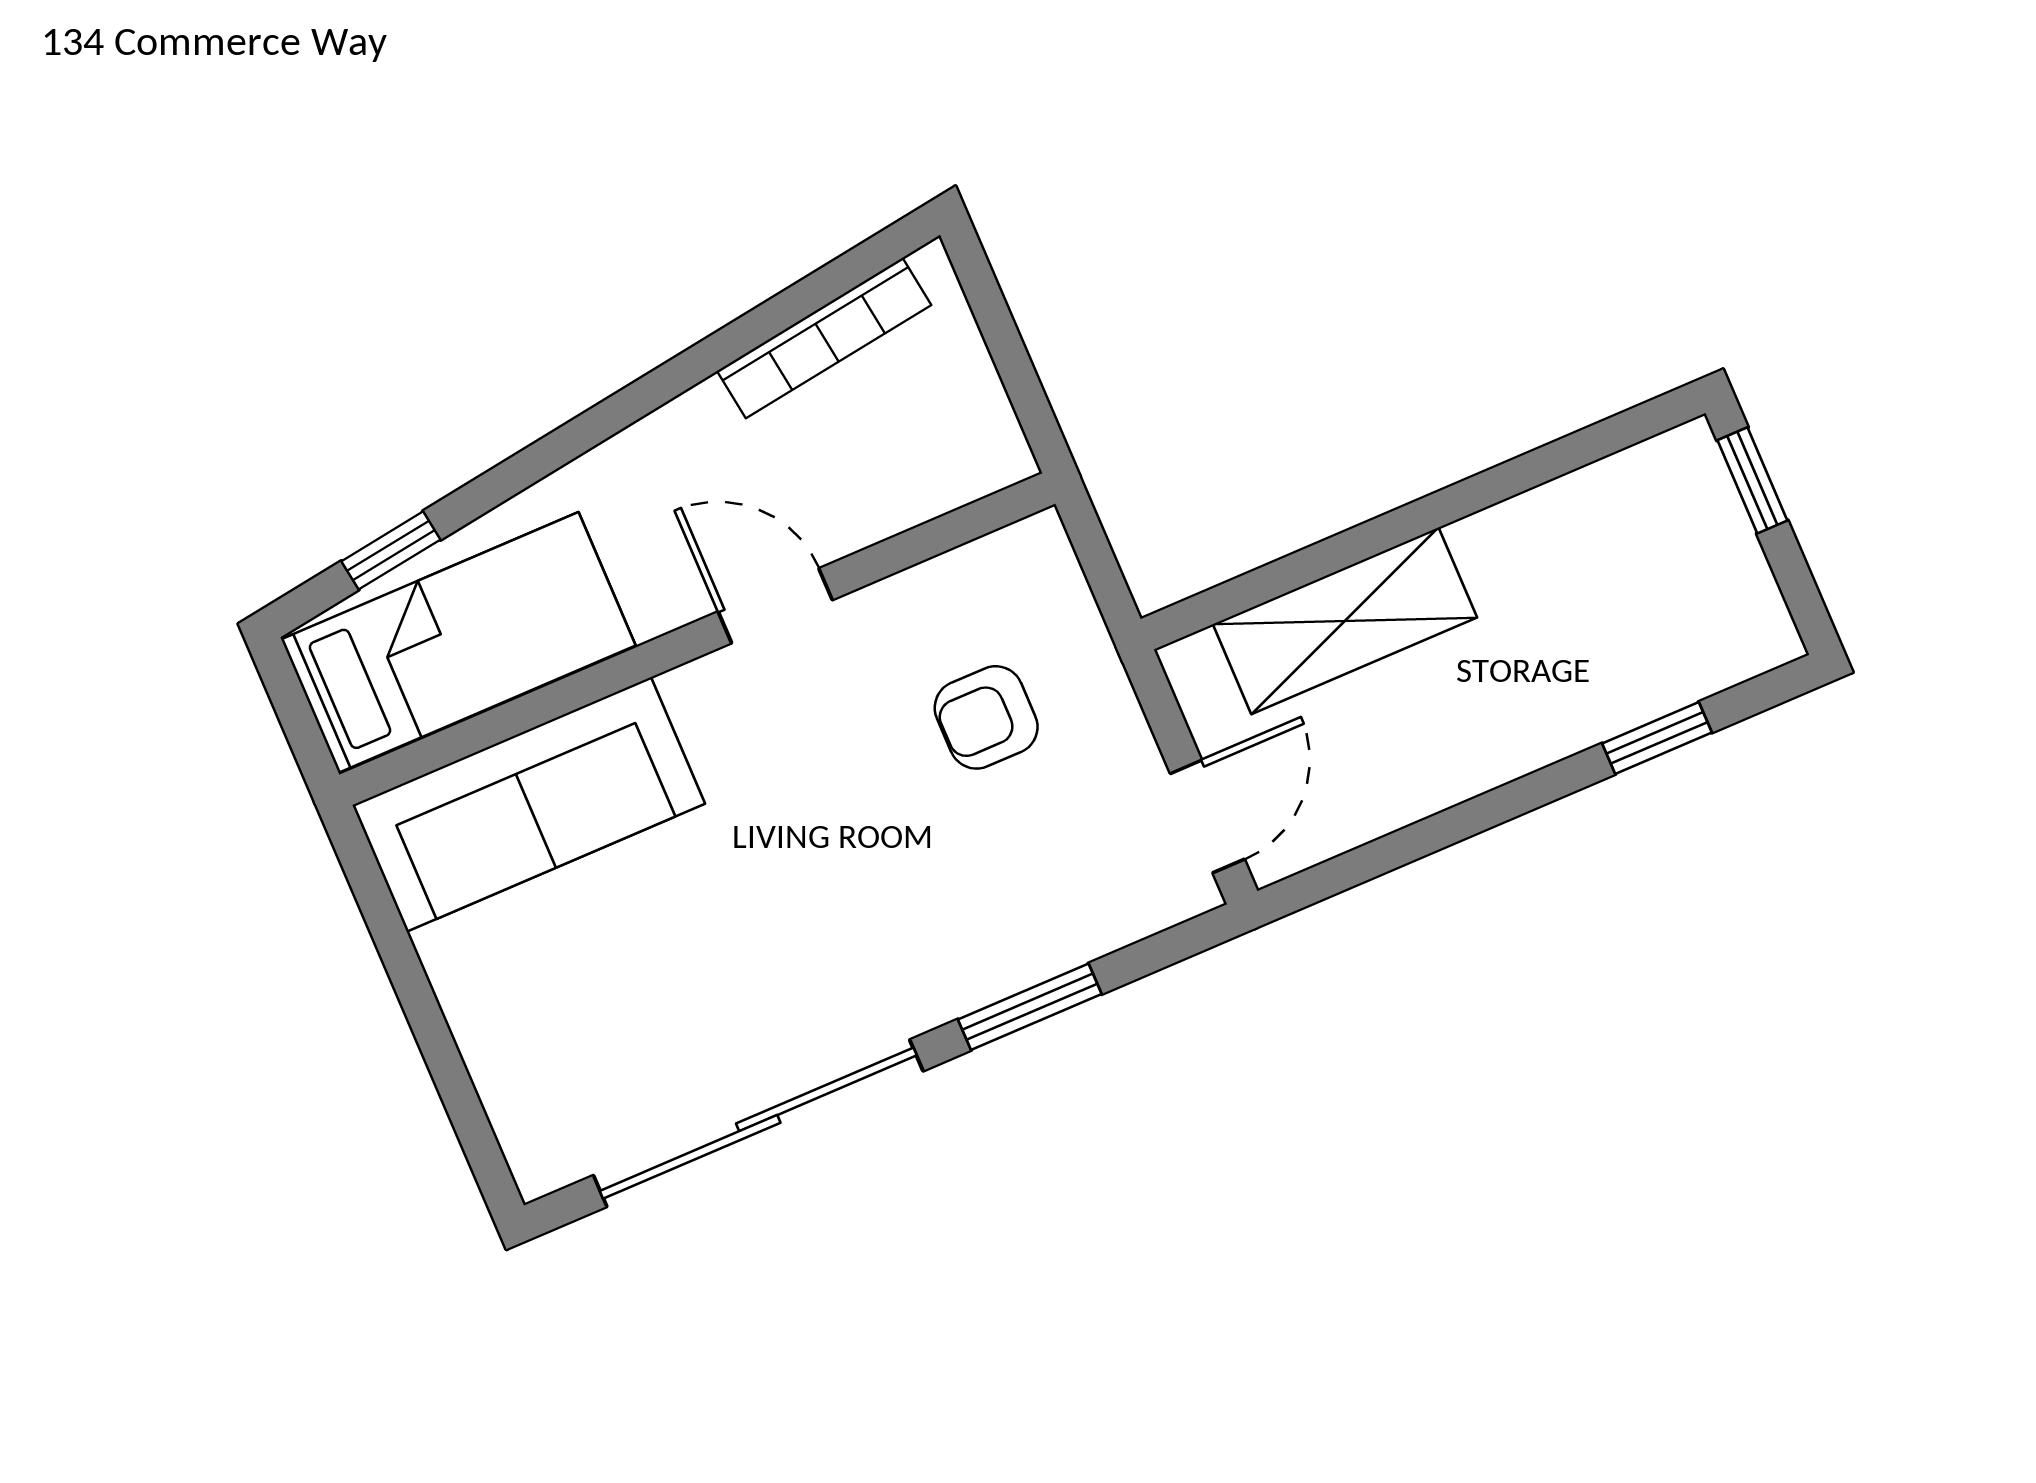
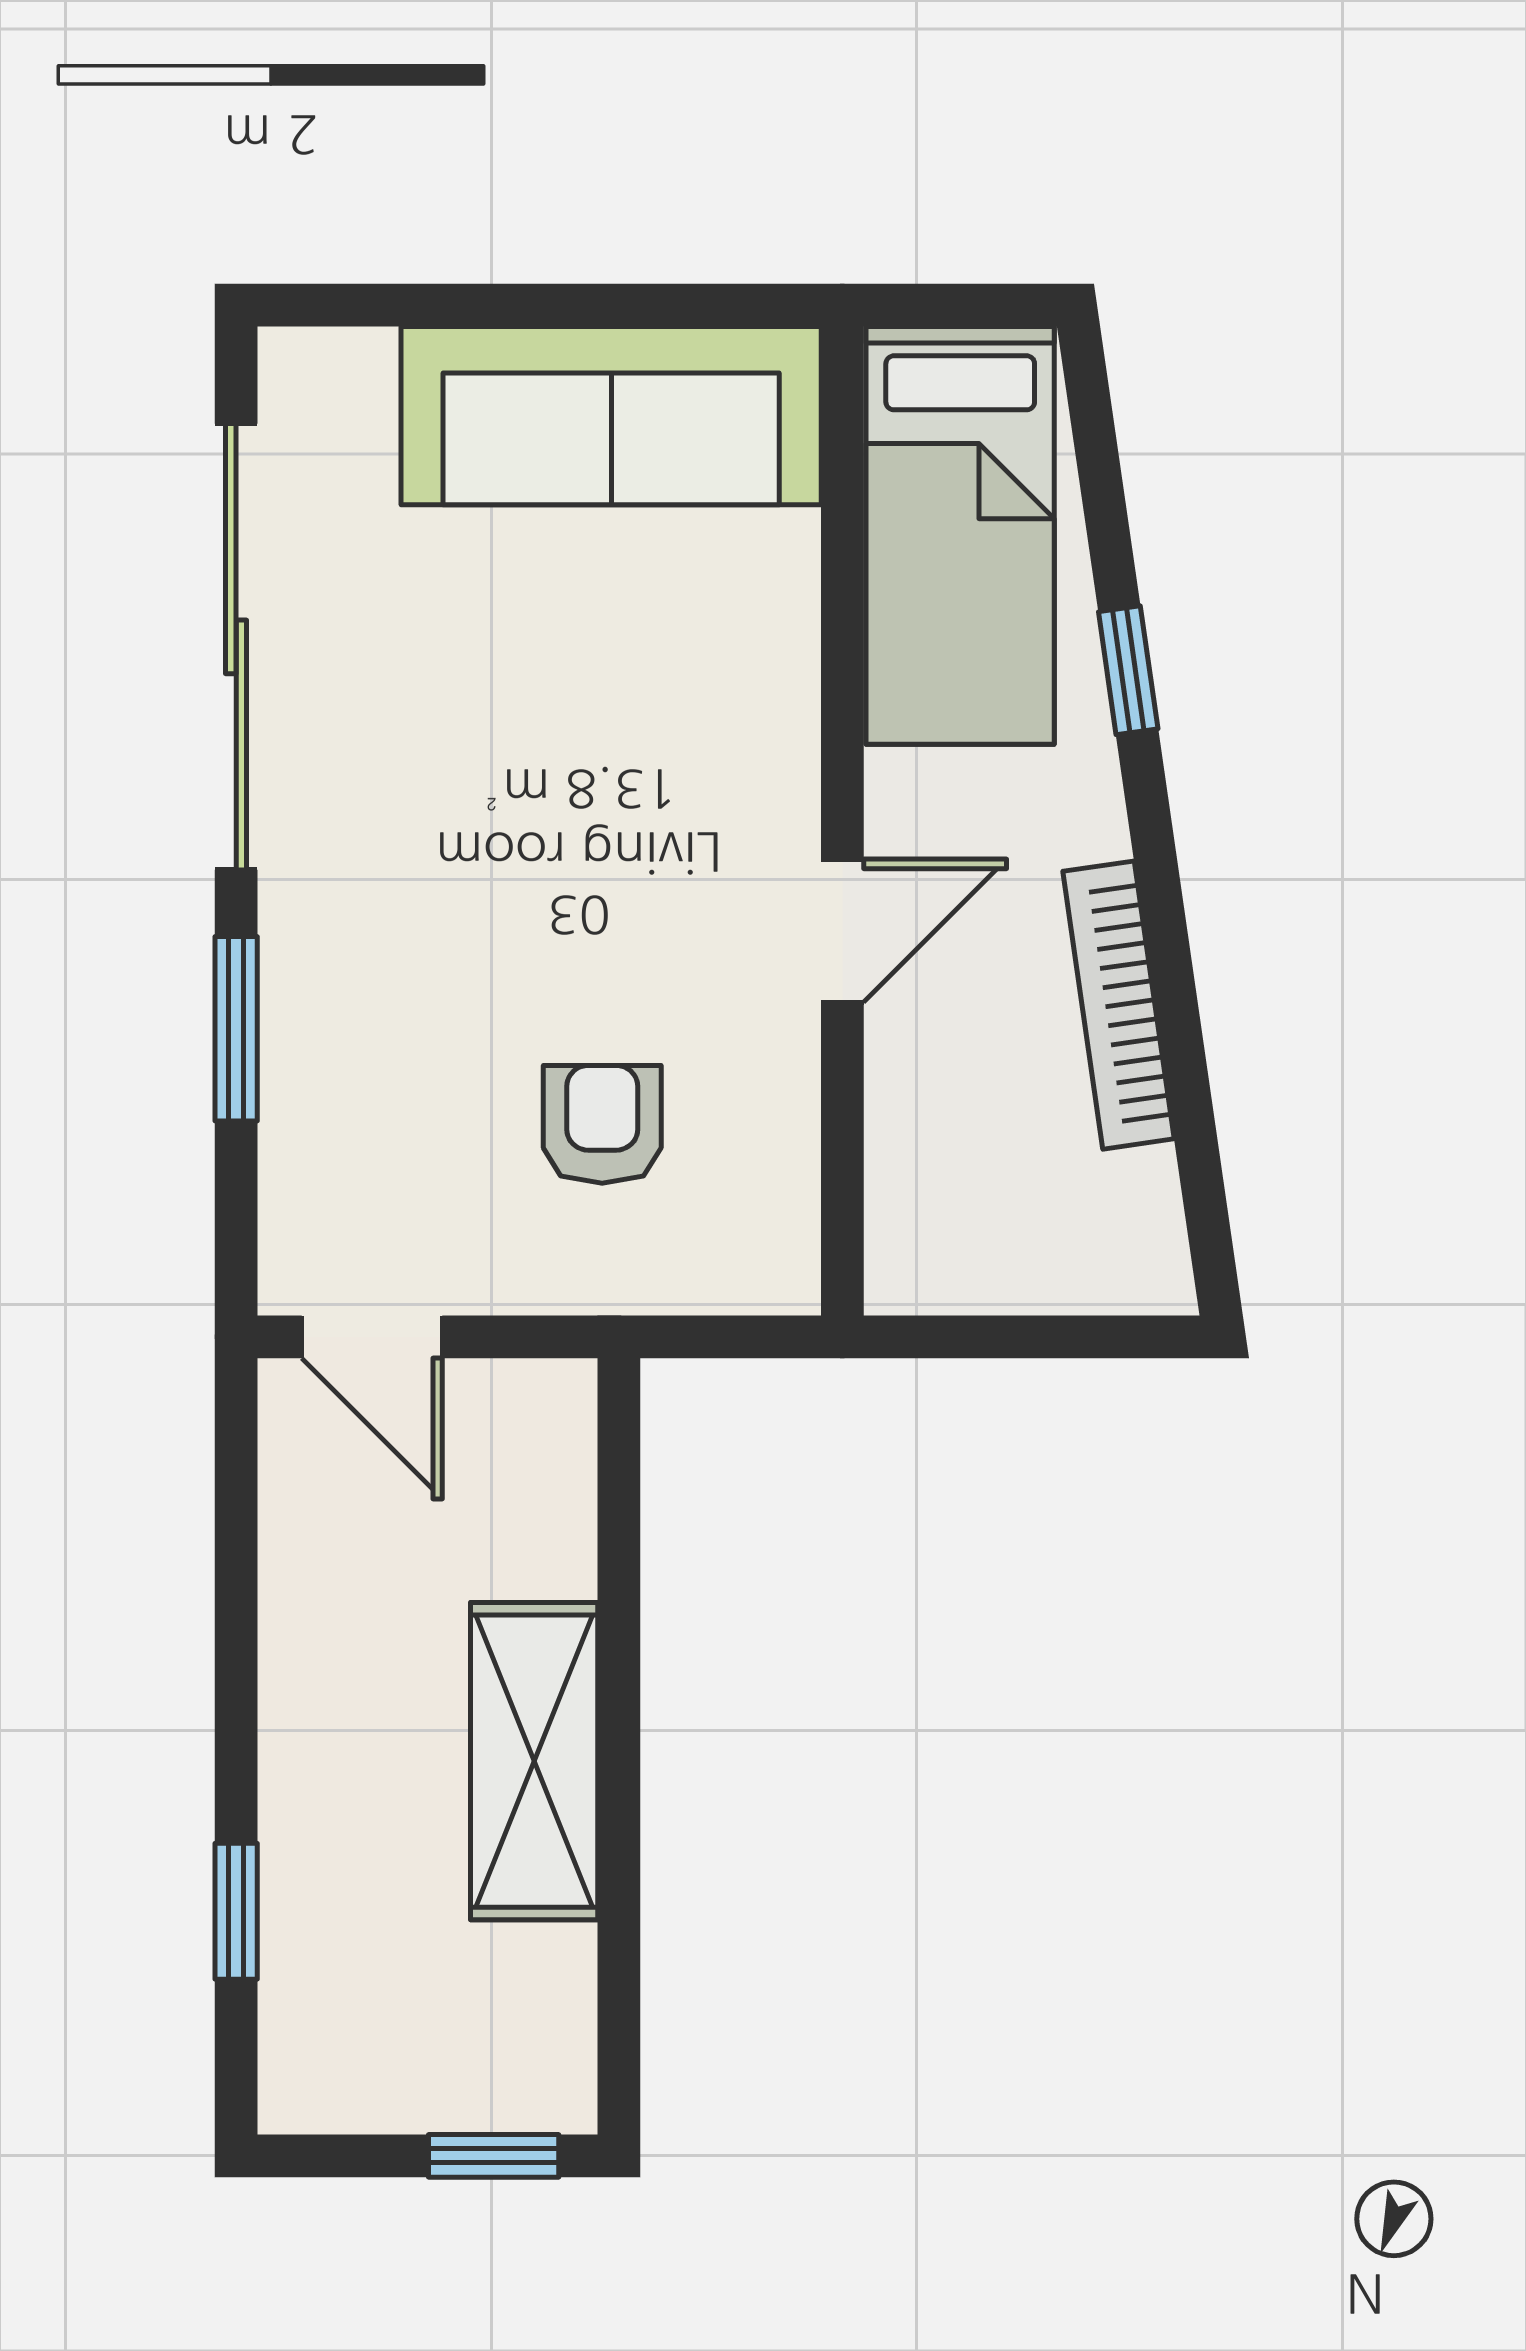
bookcase: (824, 338) -> (1119, 1005), moved
window: (391, 550) -> (1128, 670), moved
shelving: (1345, 621) -> (534, 1761), moved
sofa: (529, 804) -> (611, 416), moved, turned -90

